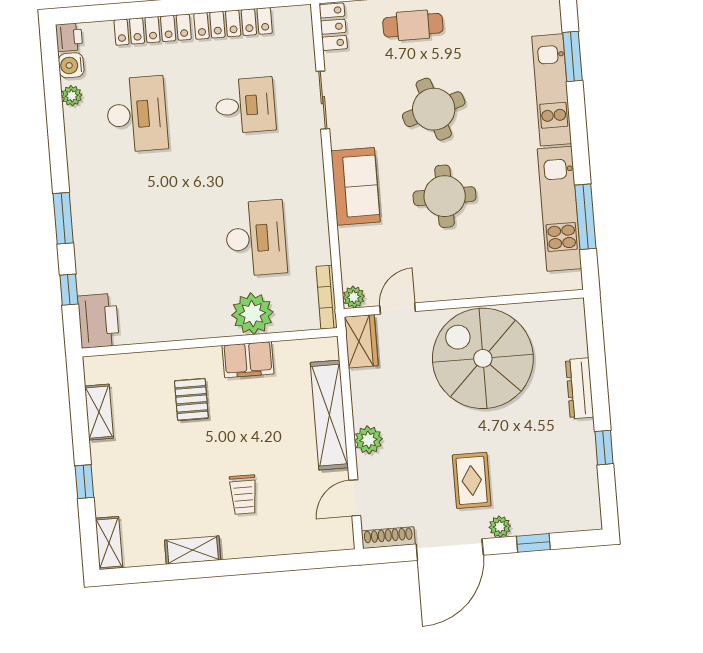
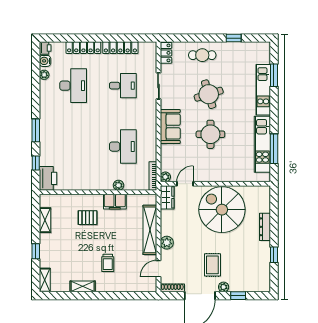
plant: (252, 314) -> (119, 185), width x0.53, depth x0.53
pallet: (191, 399) -> (88, 218), turned 90

